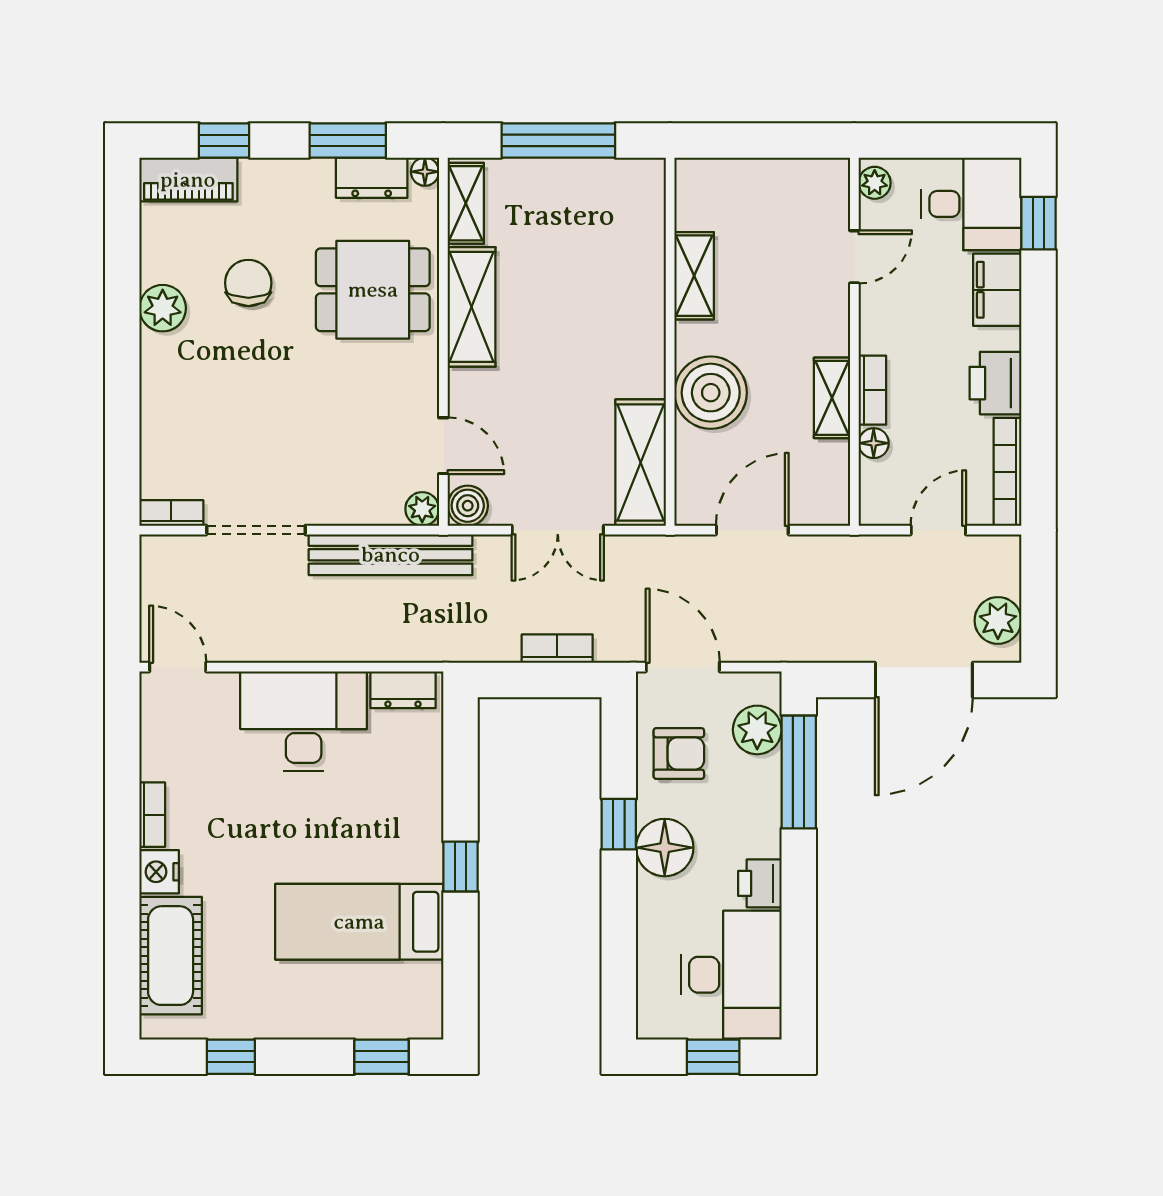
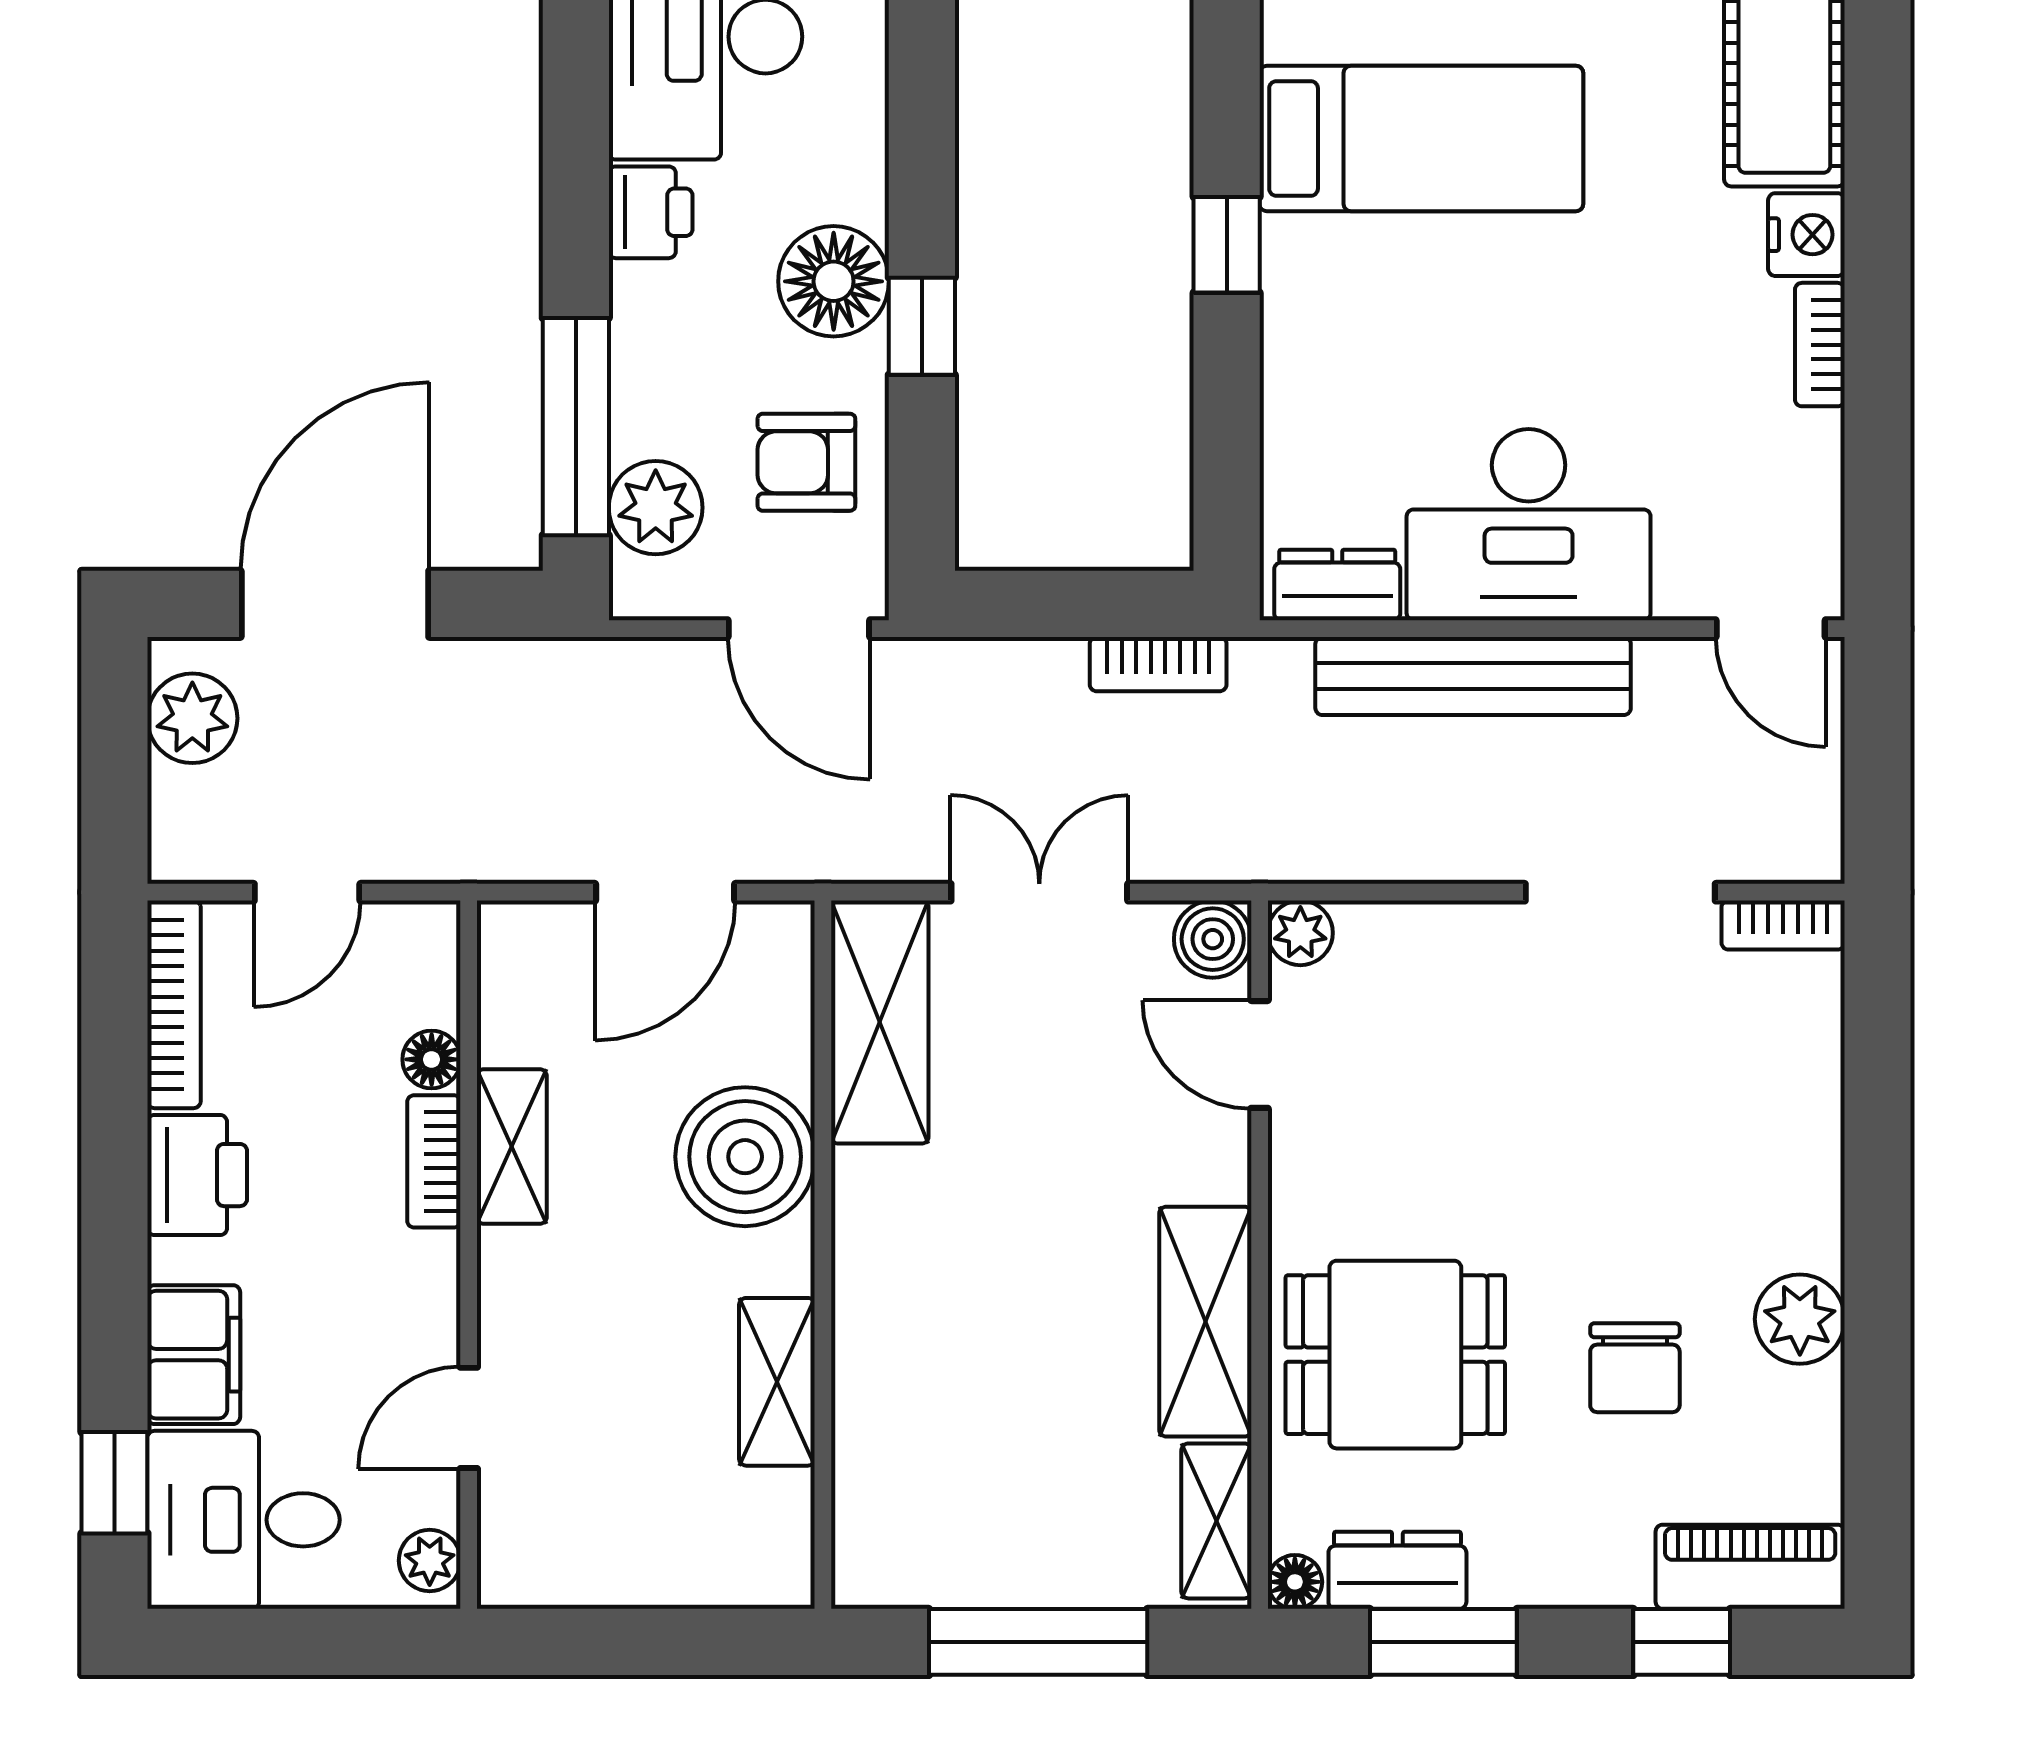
bench: (391, 555) -> (1473, 676), moved
bookcase: (557, 649) -> (1158, 664), moved

